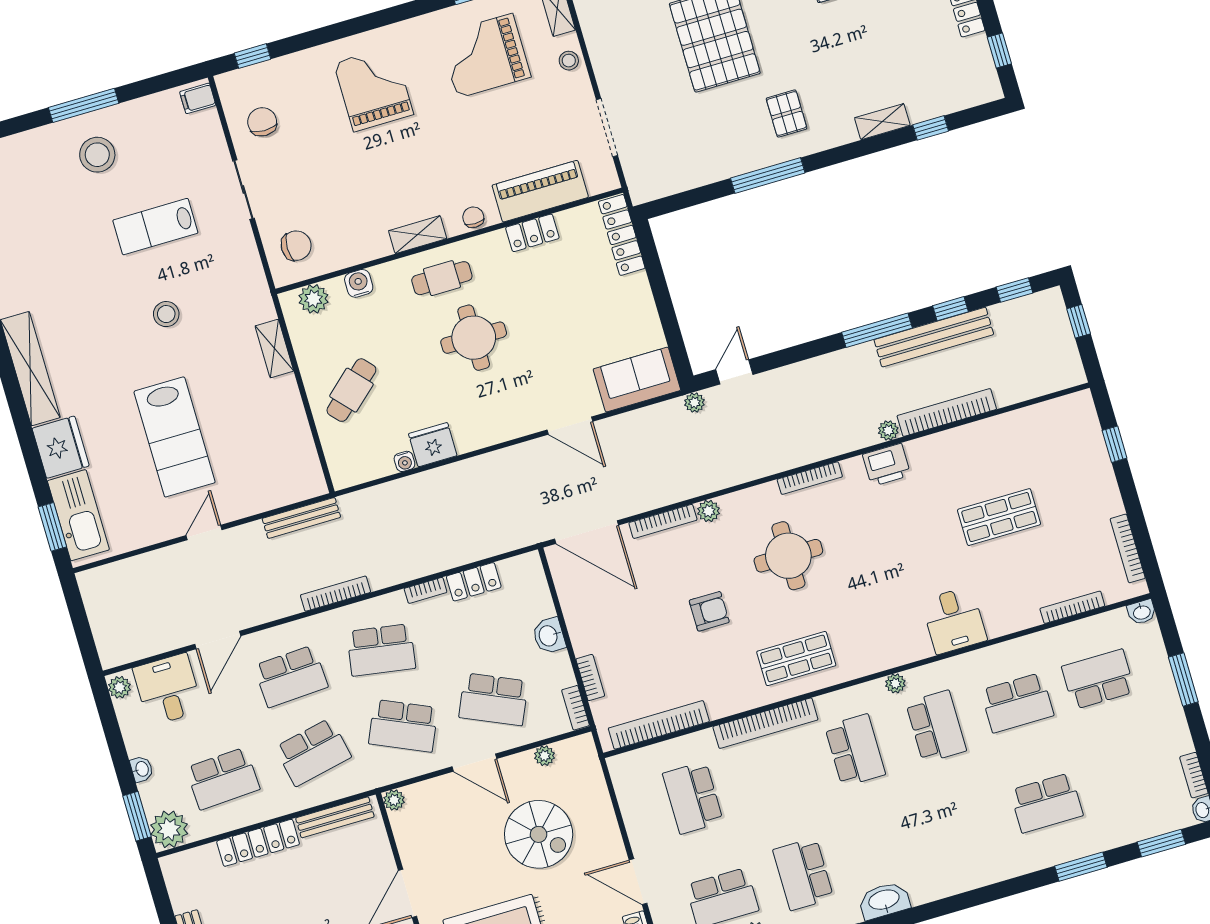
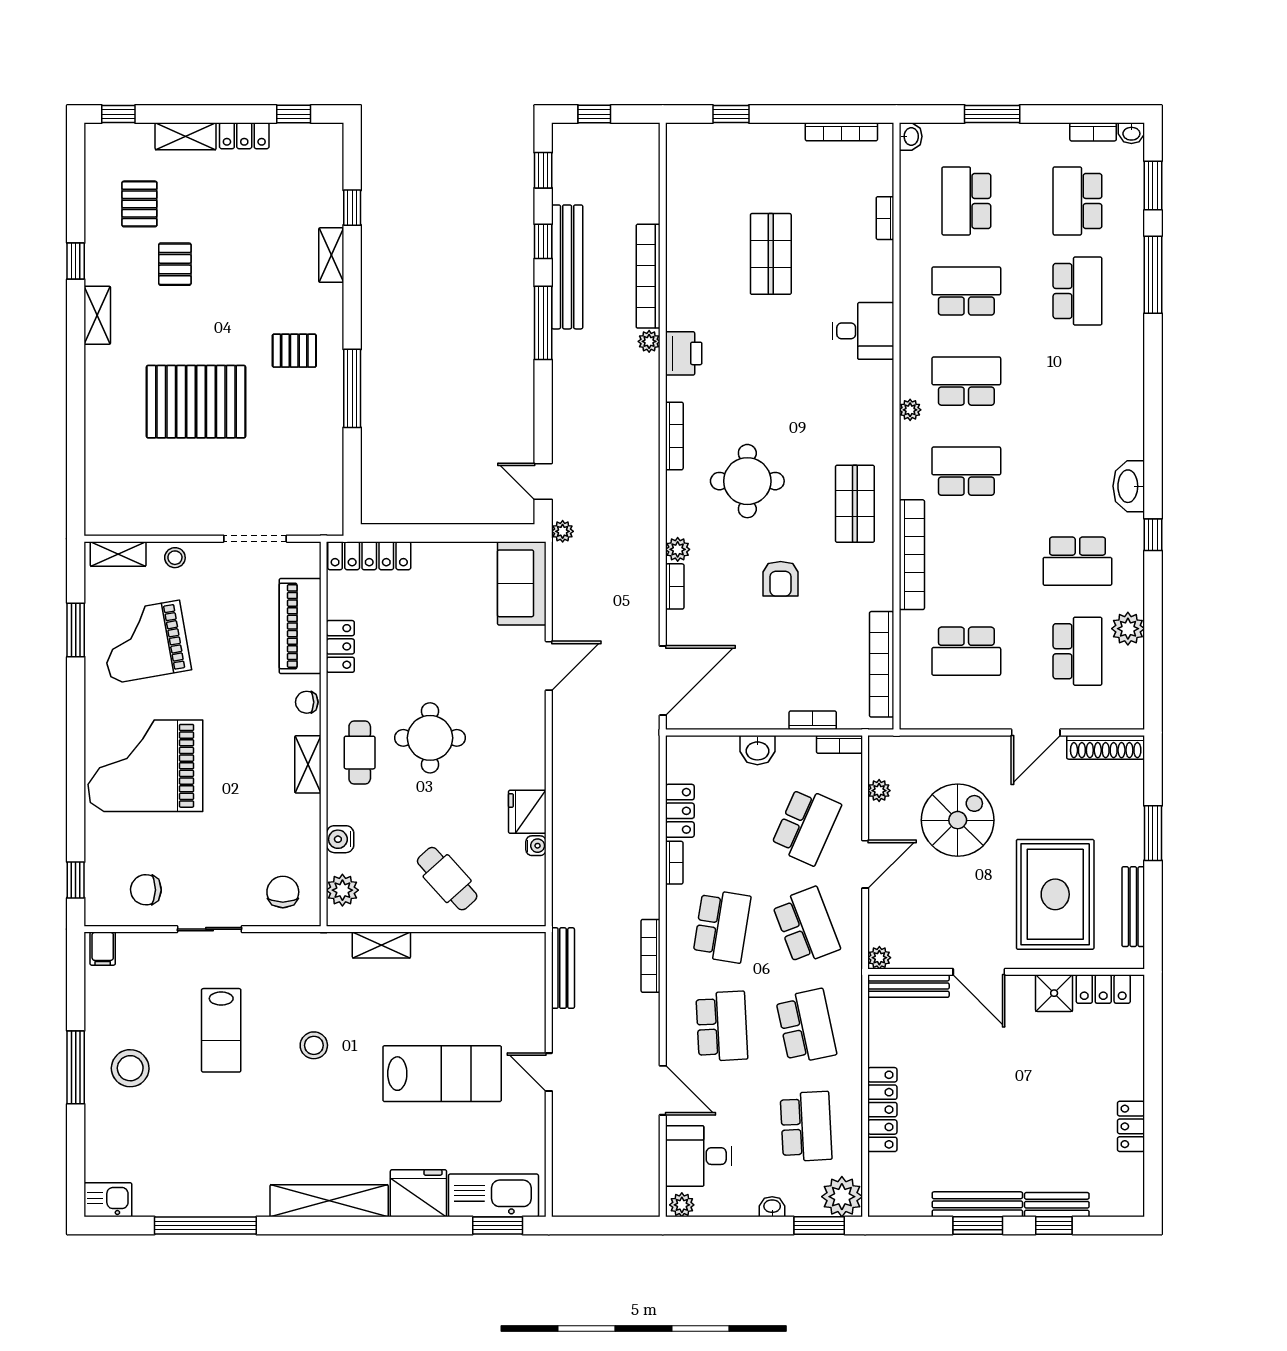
grand piano: (485, 56) -> (145, 642), turned 80
grand piano: (374, 89) -> (145, 766), width x1.37, depth x1.48
bookcase: (663, 521) -> (675, 586), width x0.64
bookcase: (1072, 607) -> (885, 218), width x0.64
armchair: (709, 611) -> (781, 579), turned 180
school desk: (1017, 703) -> (966, 291), turned -90
school desk: (403, 726) -> (806, 926), turned -45
school desk: (1127, 779) -> (1077, 201), added
bench: (335, 817) -> (909, 986), moved, turned 90
window: (1081, 867) -> (1153, 275), width x1.44

